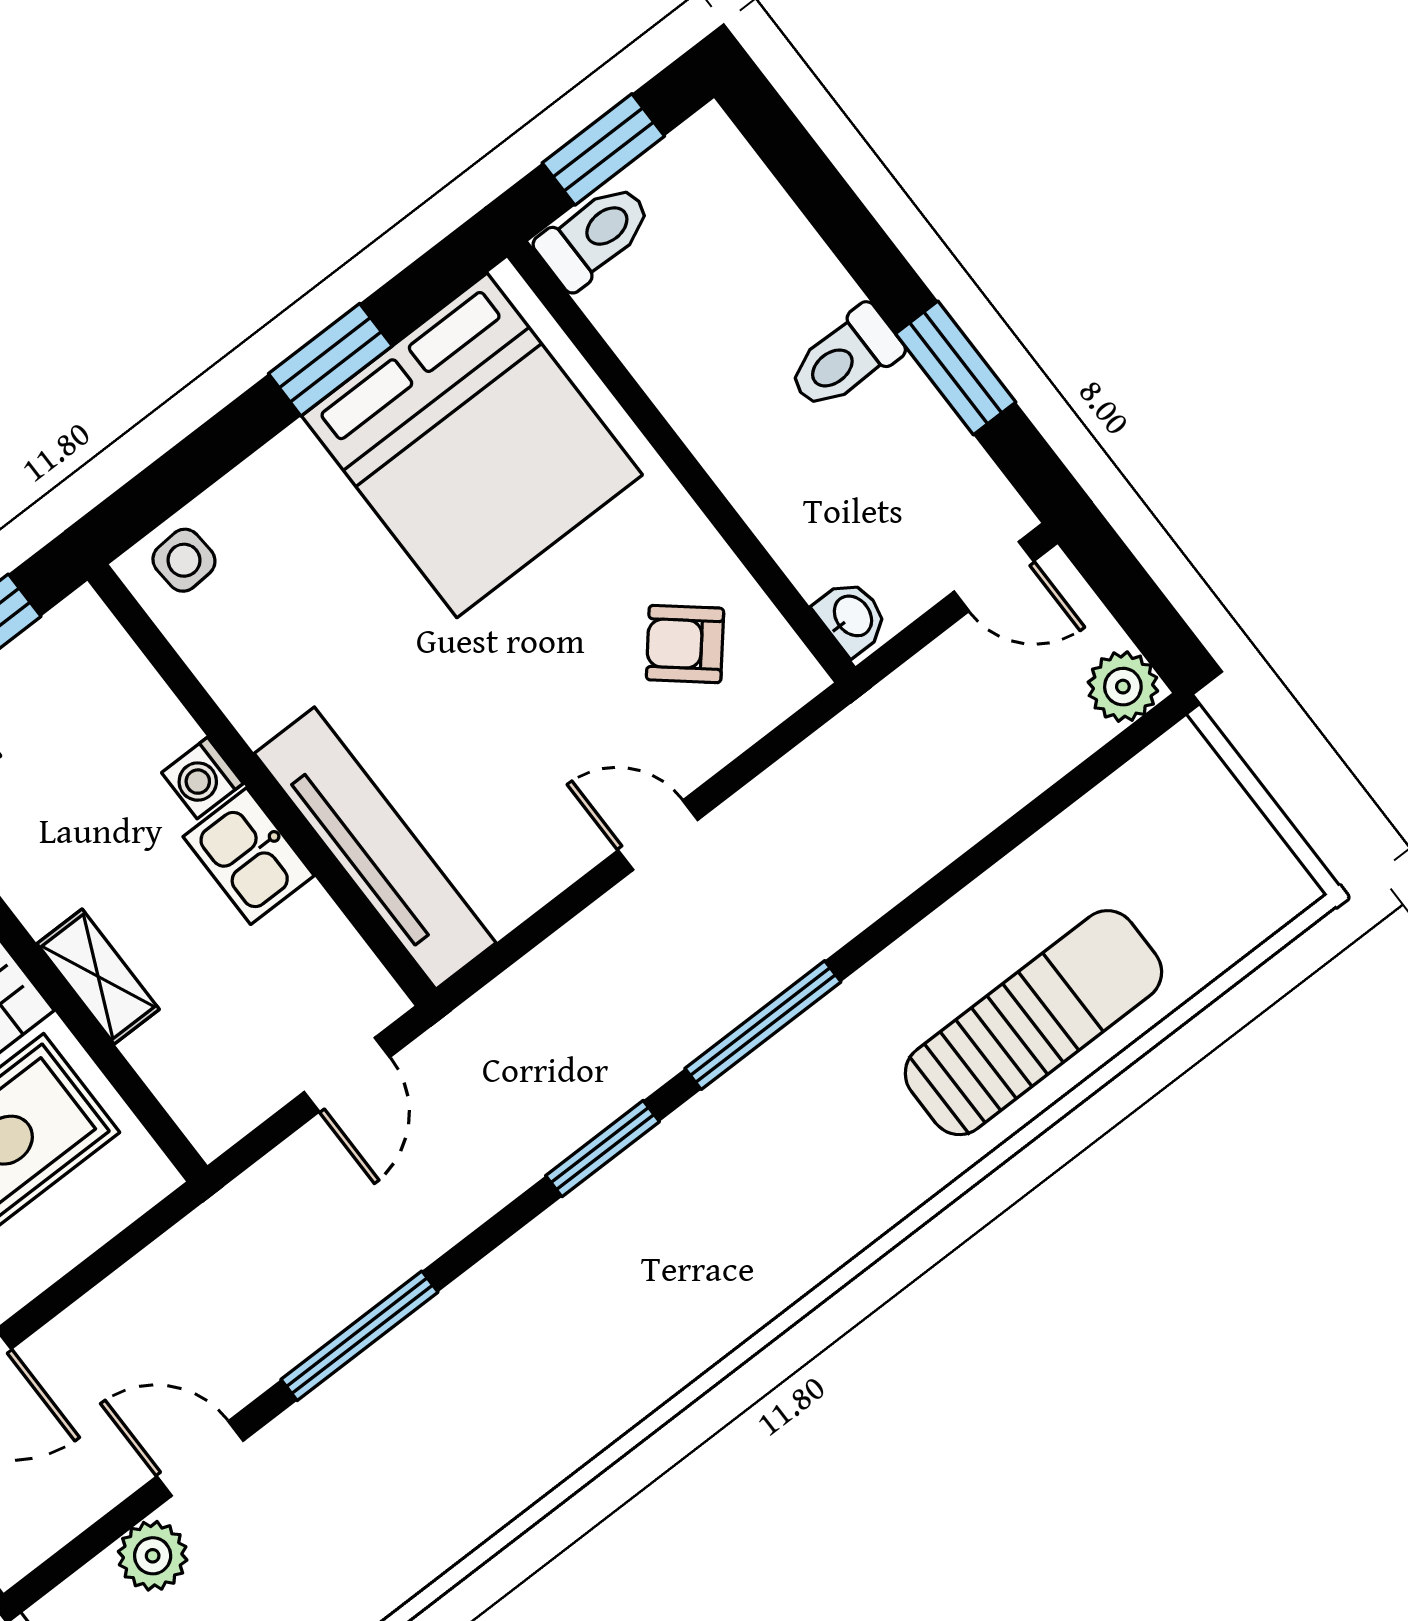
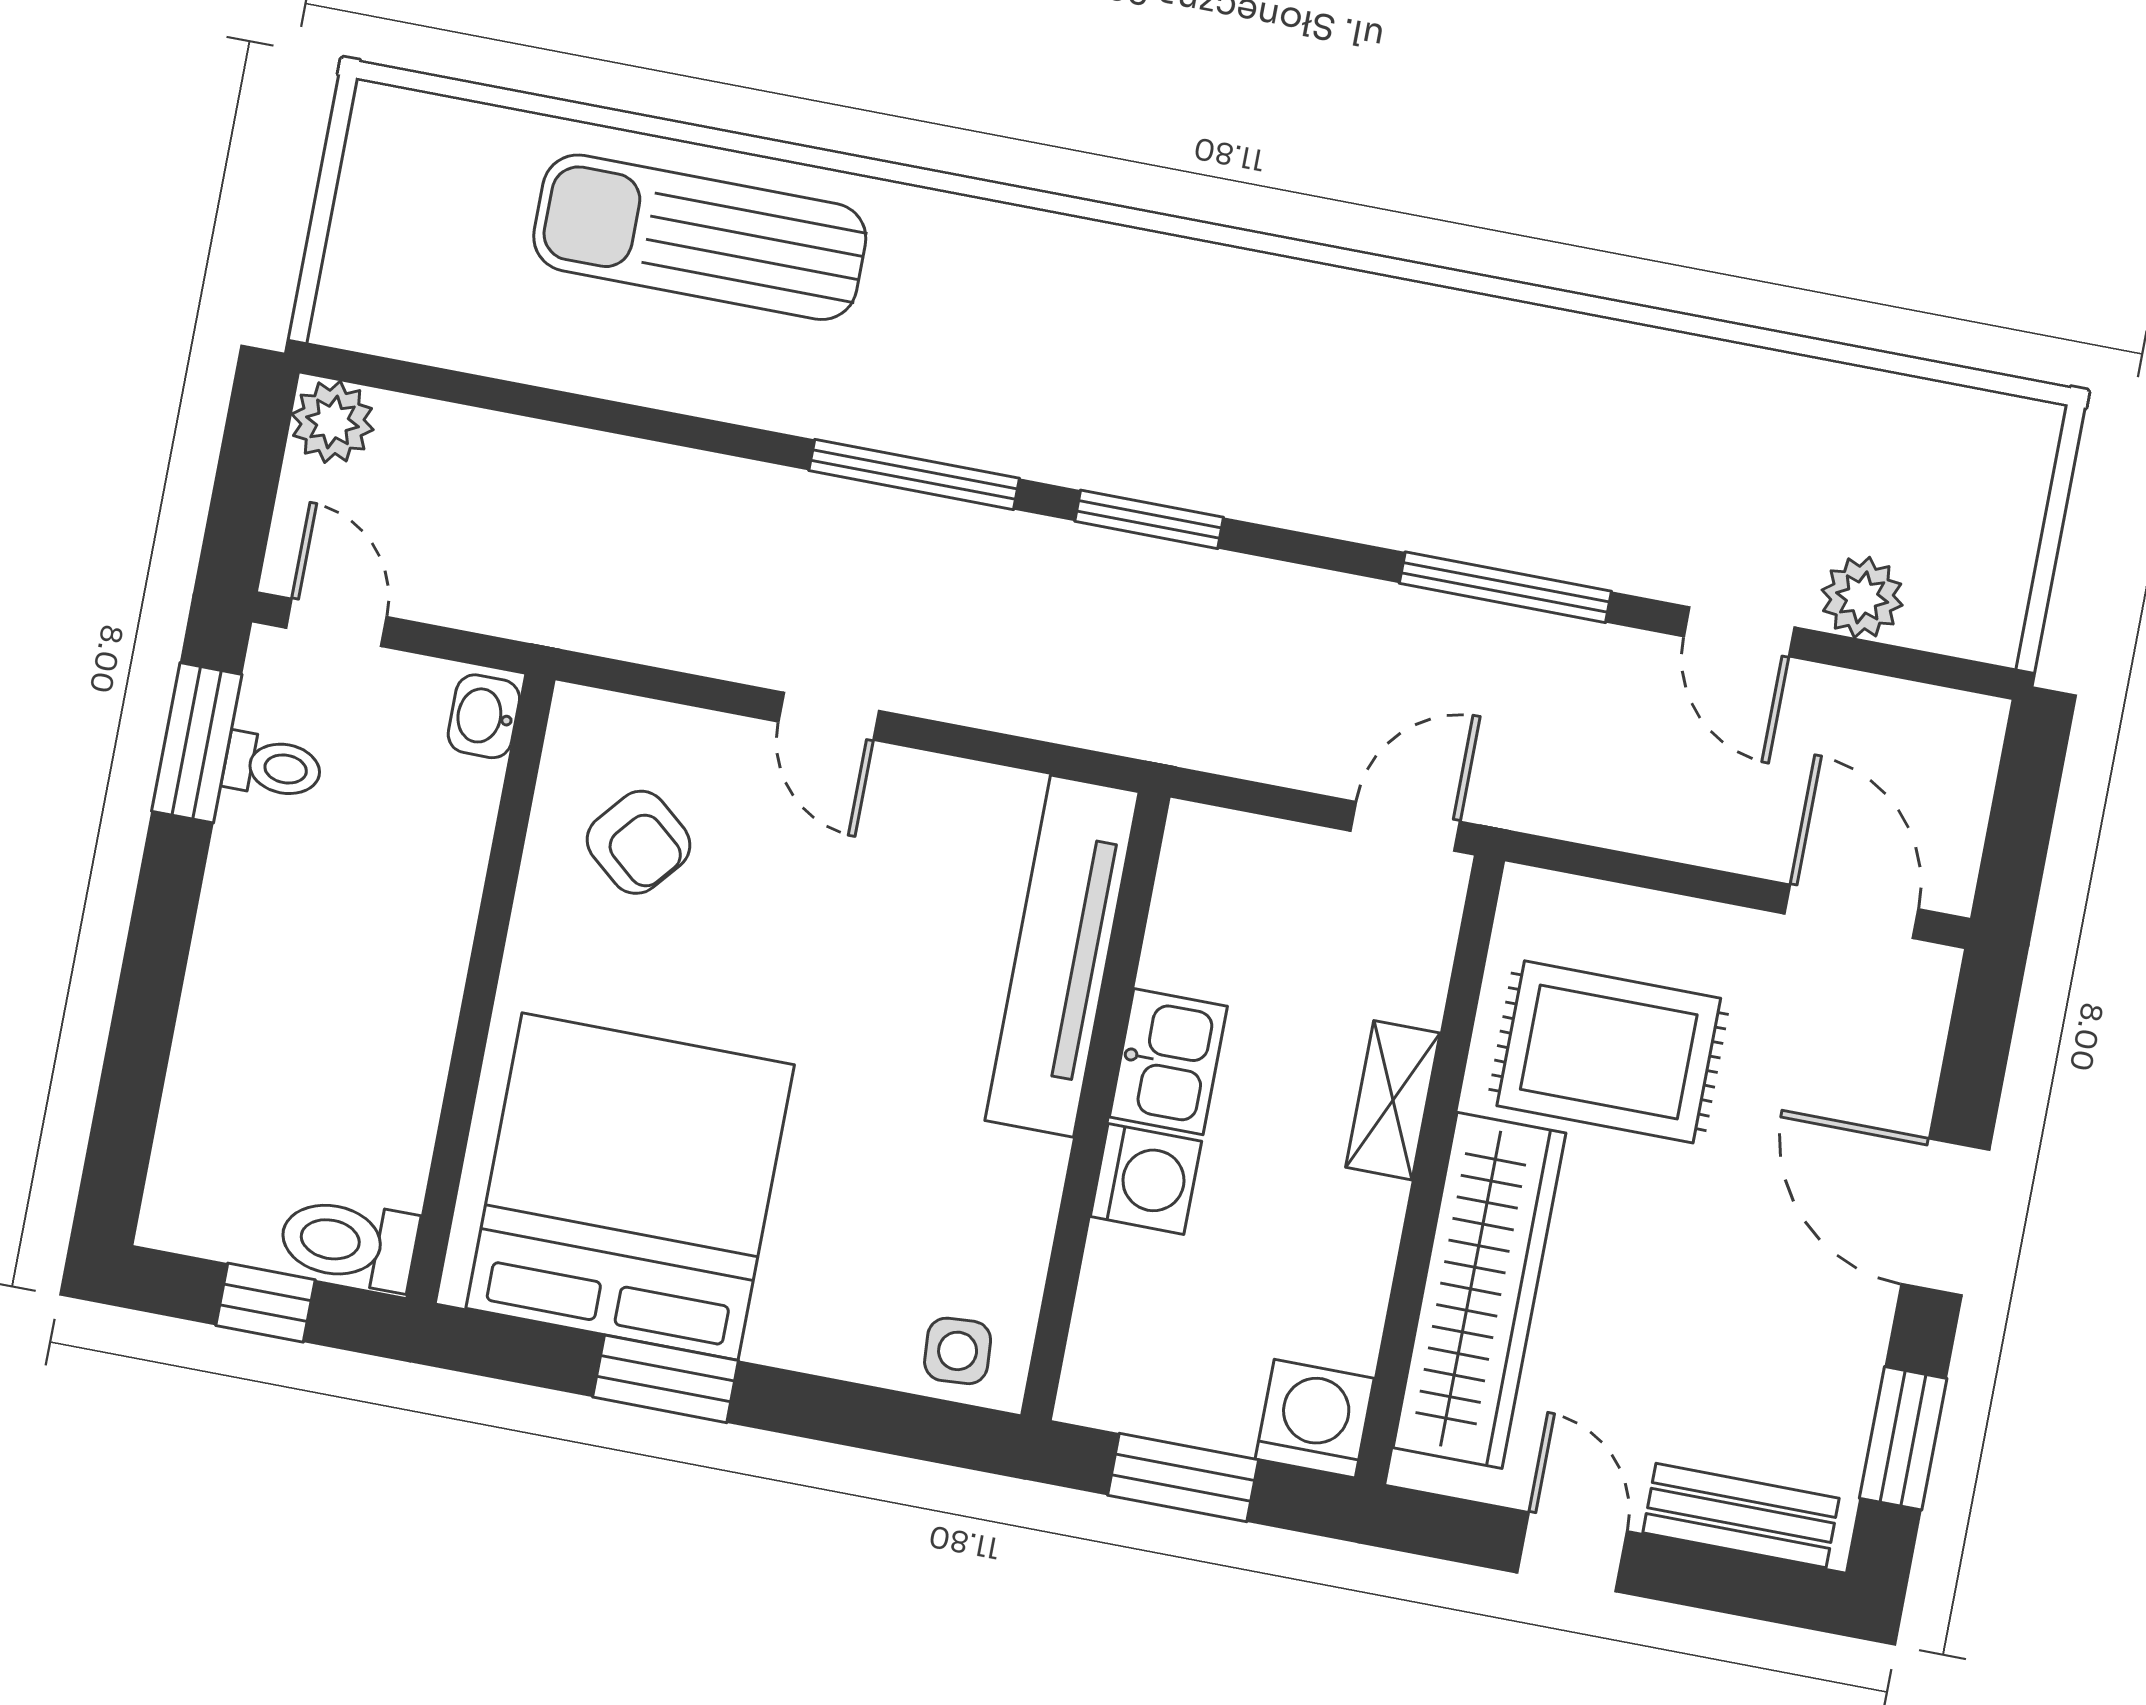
window: (603, 149) -> (265, 1303), width x0.67
toilet: (845, 358) -> (273, 767), moved, width x0.73, depth x0.72
window: (956, 368) -> (197, 743), moved
washing machine: (202, 778) -> (1146, 1179), width x1.38, depth x1.38
door: (347, 1075) -> (1405, 826), moved

